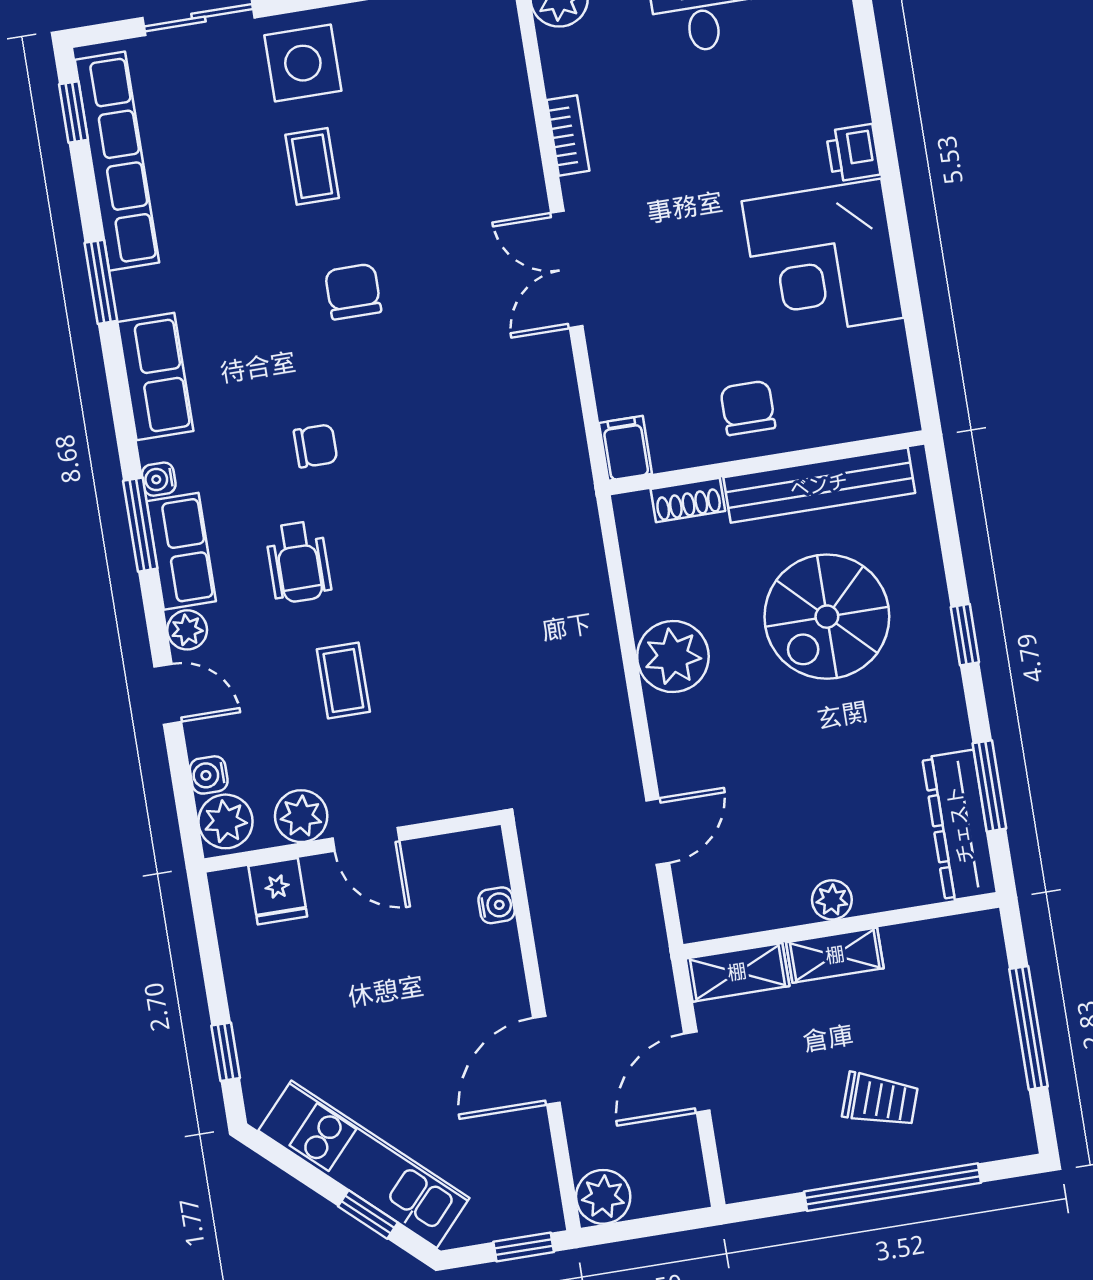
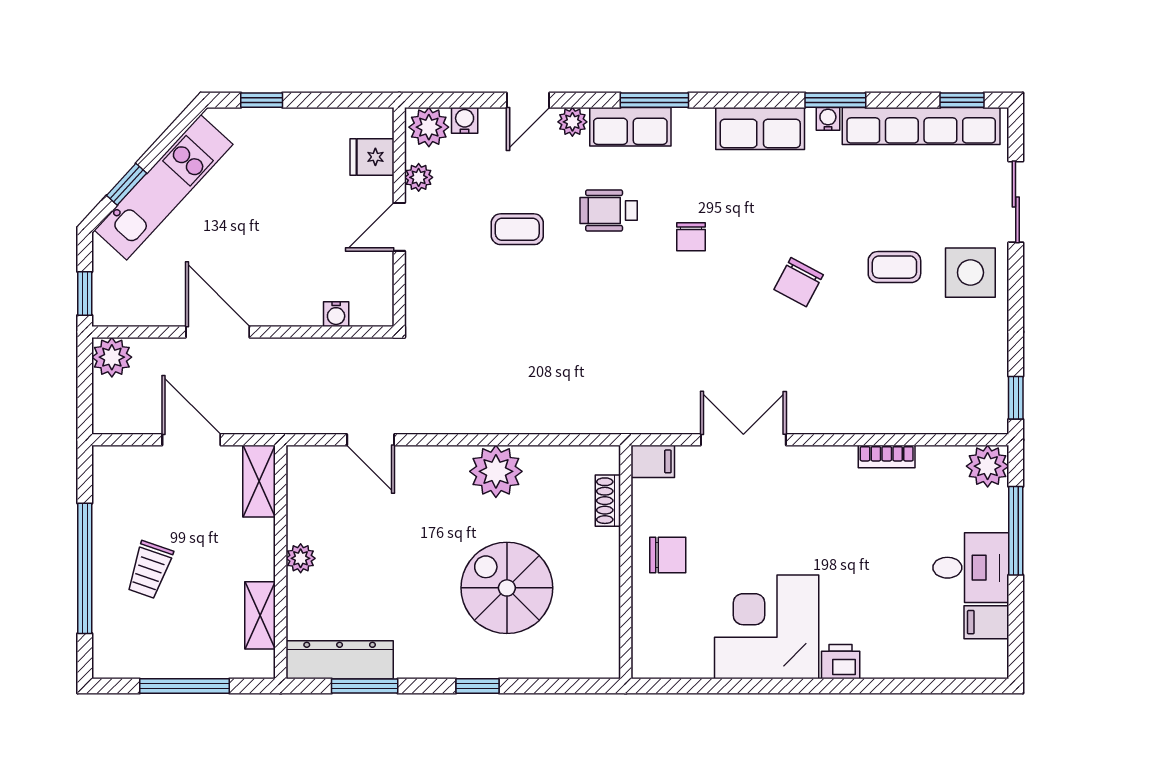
double door: (567, 269) -> (743, 440), moved
chair: (353, 292) -> (799, 282), turned 118
water cooler: (159, 479) -> (828, 119), moved
bench: (819, 485) -> (603, 598), removed
plant: (301, 816) -> (419, 177), width x0.73, depth x0.73
shelving: (835, 955) -> (260, 615), moved

